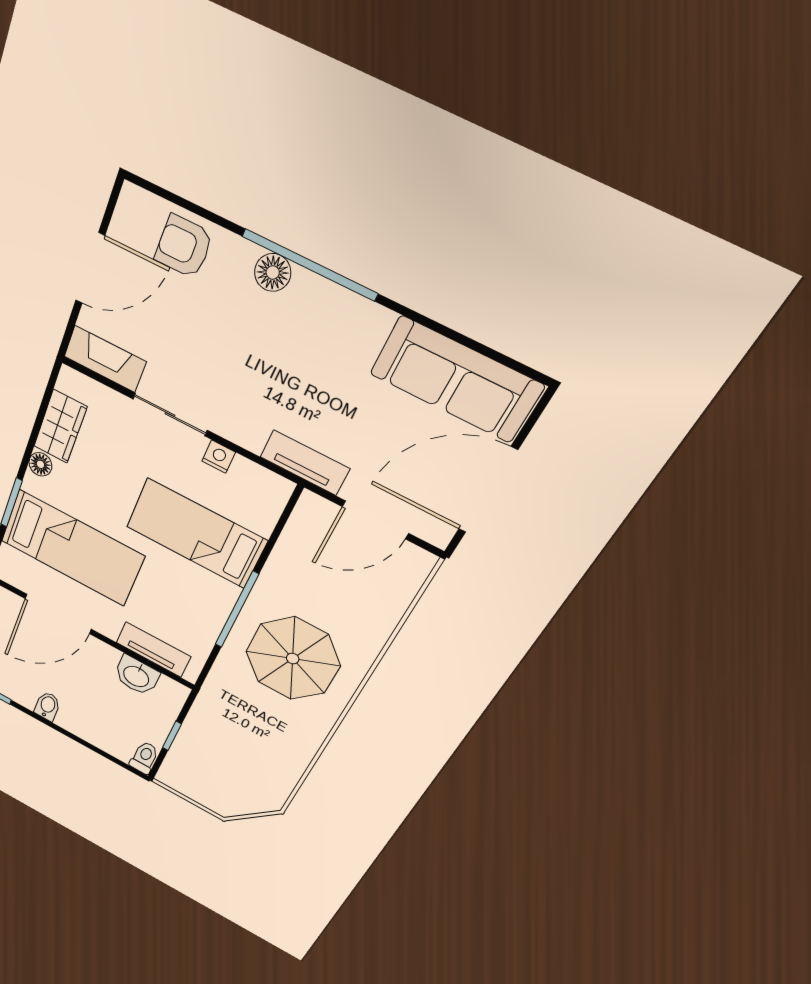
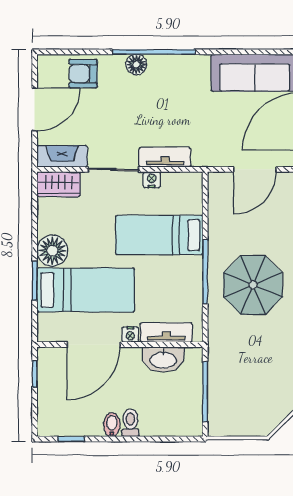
wardrobe: (60, 427) -> (59, 184), moved, turned 90
tv unit: (305, 463) -> (165, 157), moved
floor lamp: (40, 464) -> (52, 251), width x1.89, depth x1.89
nightstand: (108, 628) -> (130, 335), added
washbasin: (136, 676) -> (163, 360), width x1.38
window: (172, 736) -> (205, 392), width x2.17
toilet: (144, 758) -> (130, 423), moved

